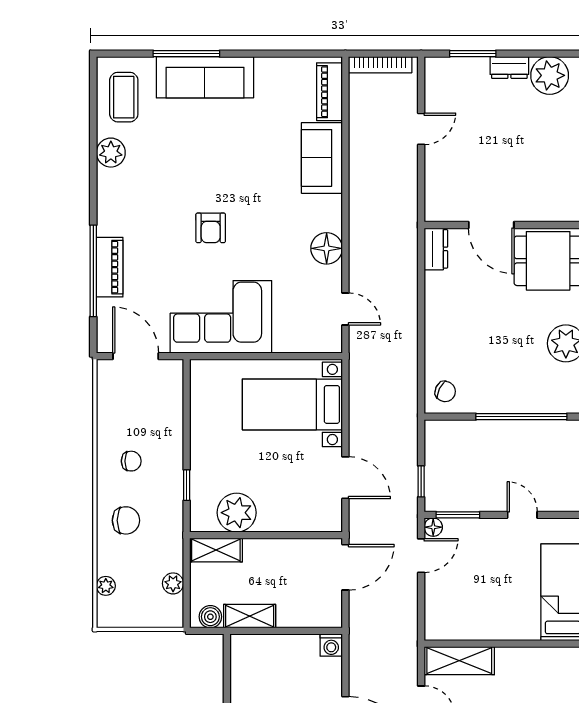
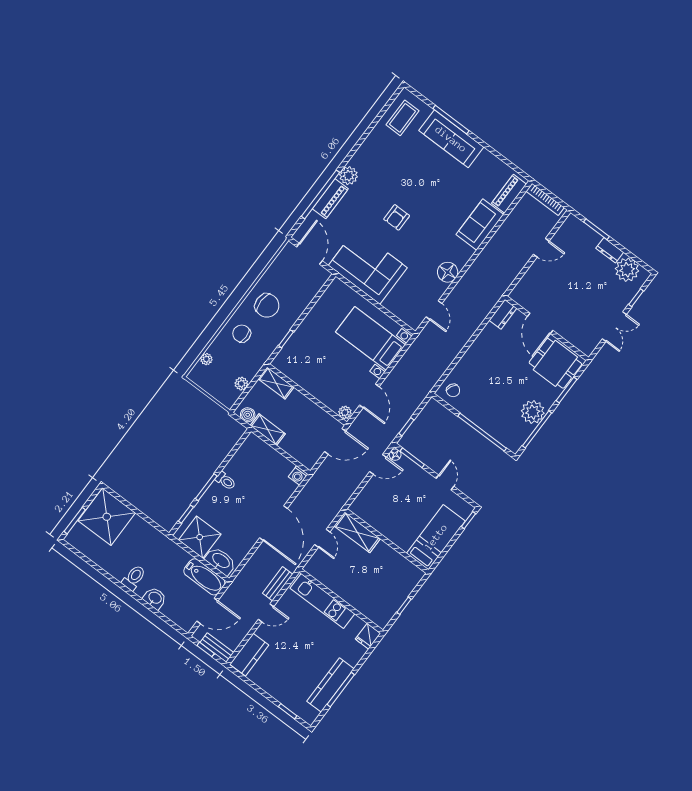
plant: (111, 153) -> (349, 176), moved
chair: (131, 461) -> (267, 305), width x1.87, depth x1.87
plant: (237, 513) -> (345, 412), moved, width x0.53, depth x0.53
chair: (126, 520) -> (242, 334), turned 180

